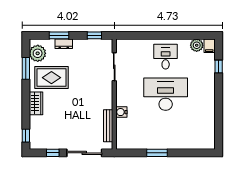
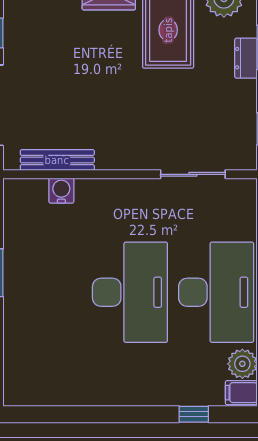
desk: (166, 57) -> (216, 292), width x1.87, depth x1.30
water cooler: (121, 112) -> (61, 191), moved

